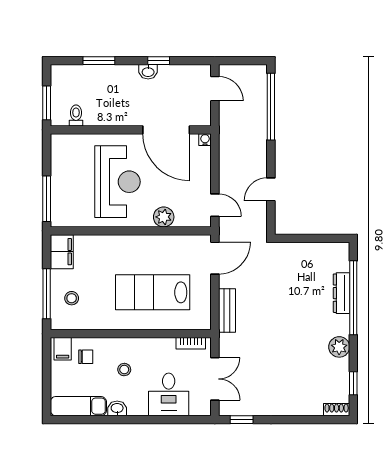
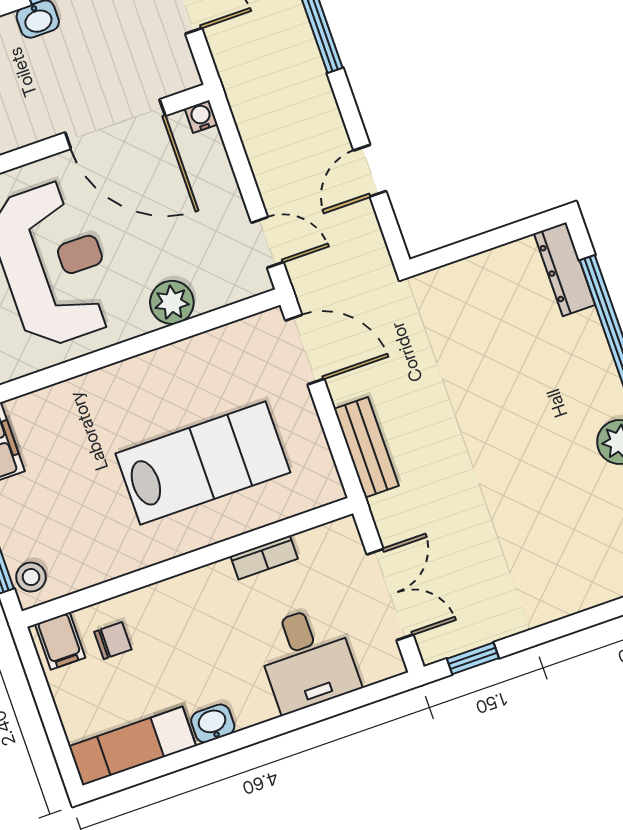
door: (215, 258) -> (305, 350), hinge flipped
lab bench: (153, 292) -> (203, 463), turned 180
dresser: (342, 293) -> (565, 269), moved
stool: (72, 298) -> (31, 577), moved
bookcase: (191, 343) -> (264, 557), moved
stool: (124, 370) -> (200, 640), removed

